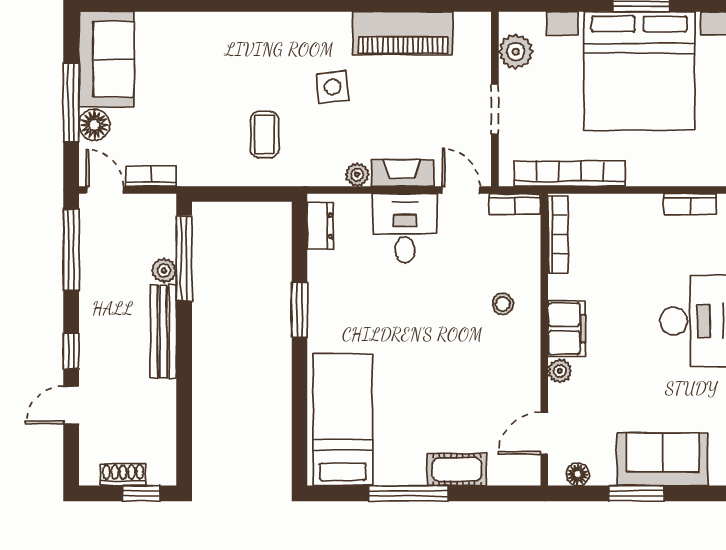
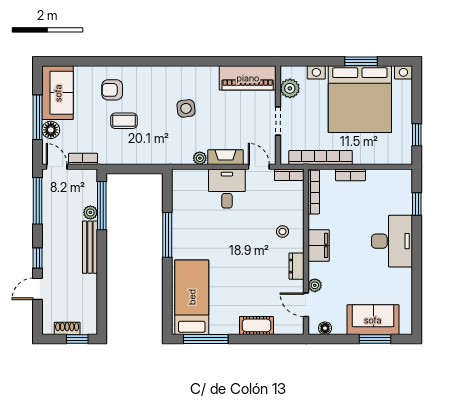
piano: (403, 33) -> (248, 78), moved
armchair: (203, 54) -> (112, 90), added
coffee table: (265, 135) -> (124, 121), moved, turned 90
bookcase: (690, 204) -> (350, 175), moved
dresser: (320, 226) -> (296, 266), moved, turned 180
window: (299, 310) -> (167, 235), width x1.44
plant: (560, 371) -> (315, 285), moved
door: (544, 433) -> (306, 305), hinge flipped
window: (408, 493) -> (206, 339), moved
window: (636, 493) -> (375, 339), moved

